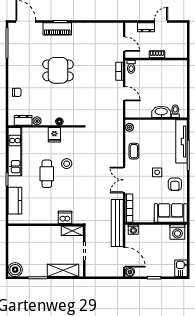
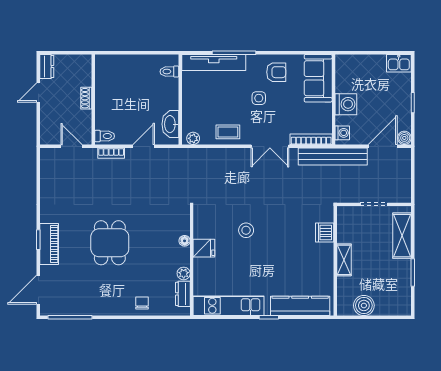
door: (161, 21) -> (38, 92), hinge flipped
dresser: (146, 27) -> (47, 67), moved
door: (124, 44) -> (71, 146), hinge flipped
washbasin: (161, 112) -> (170, 124), moved
cafe table: (47, 174) -> (261, 259), removed
kitchen counter: (15, 201) -> (300, 306), width x1.50
shelving: (72, 231) -> (344, 260), moved
washing machine: (177, 232) -> (346, 104), moved
boiler: (15, 270) -> (364, 305), moved

